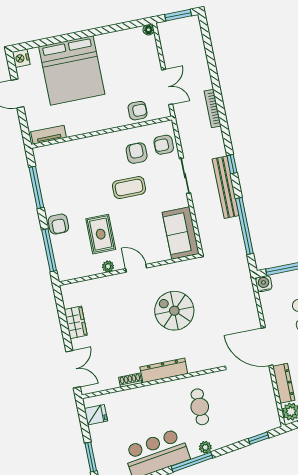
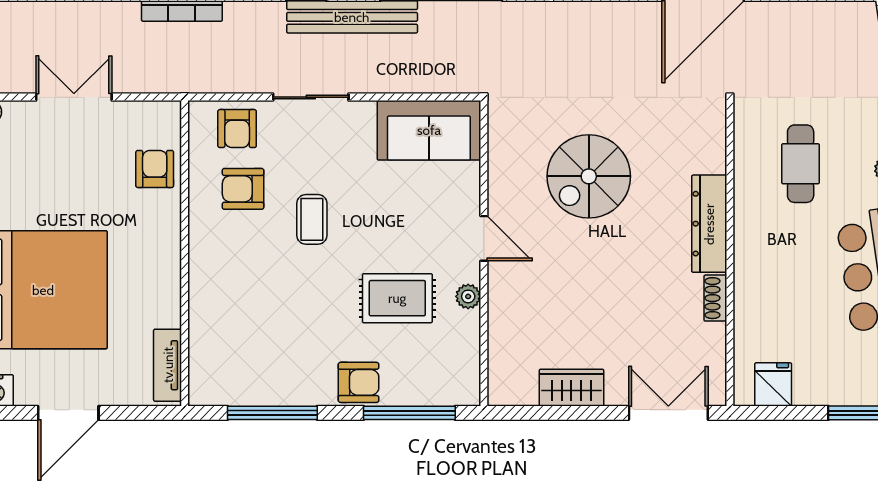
double door: (167, 87) -> (74, 97), moved
coffee table: (129, 188) -> (312, 219), width x0.73, depth x0.77
door: (136, 268) -> (484, 238), swing flipped
cafe table: (200, 407) -> (801, 164), turned 90

